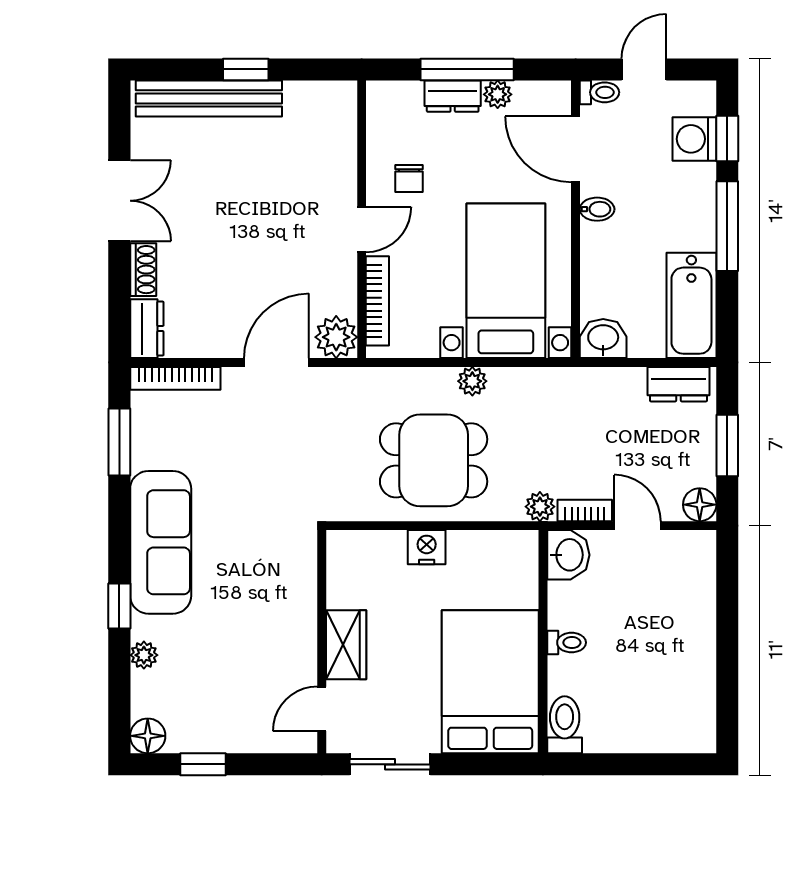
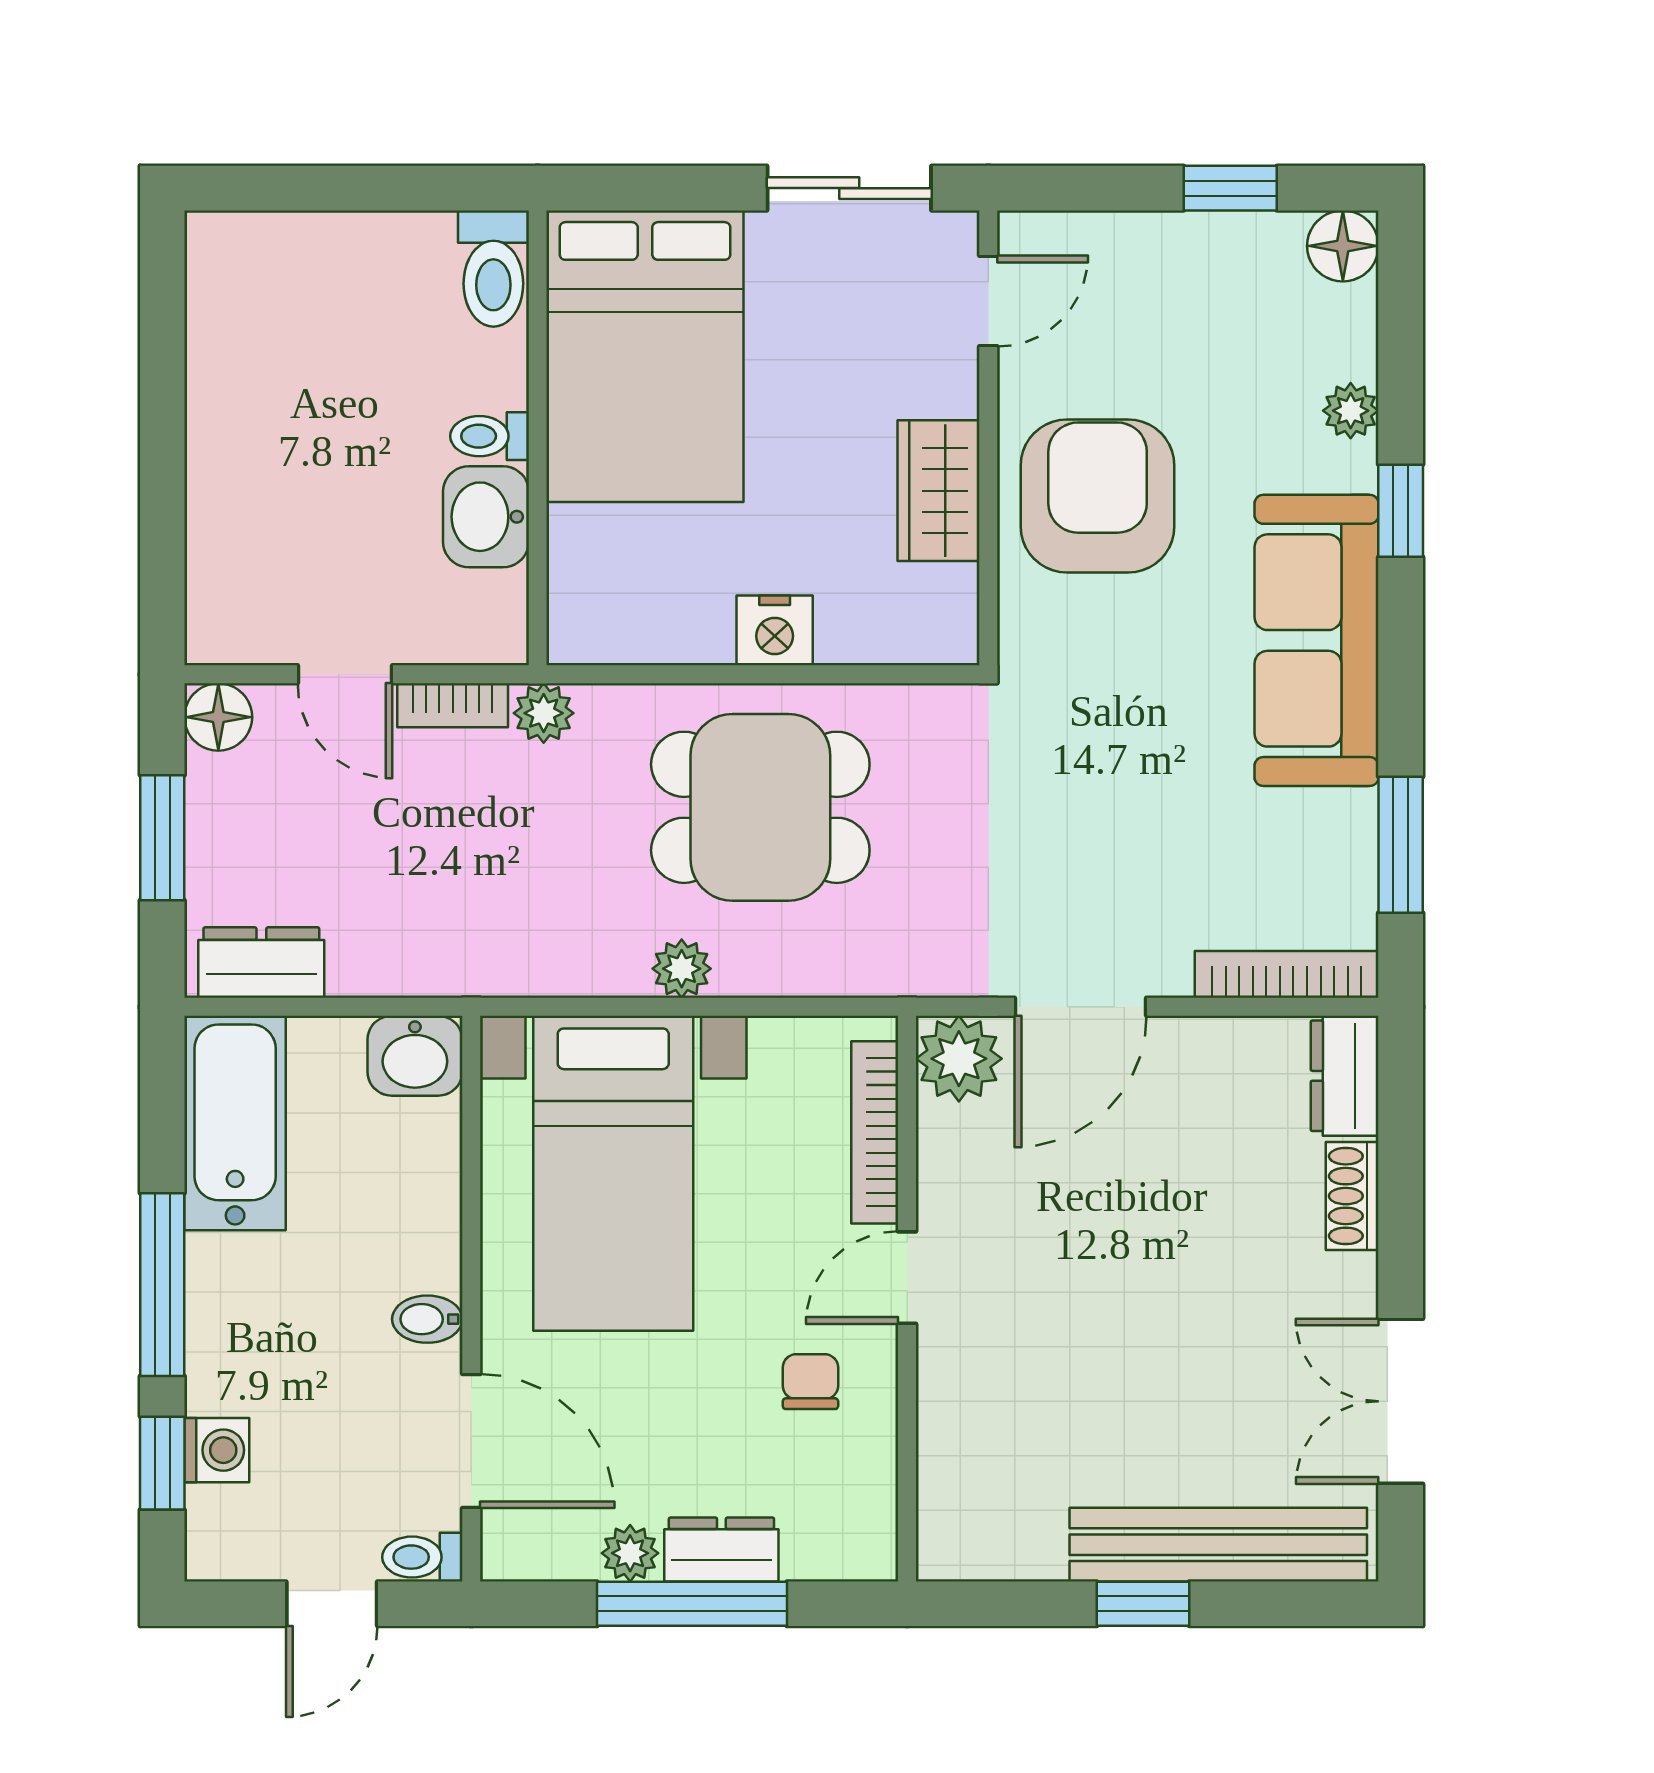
washing machine: (694, 139) -> (217, 1450), width x0.73, depth x0.73
double door: (119, 201) -> (1401, 1401), moved
washbasin: (568, 555) -> (486, 517), moved
armchair: (268, 613) -> (1098, 496), added
wardrobe: (346, 645) -> (939, 491), moved

